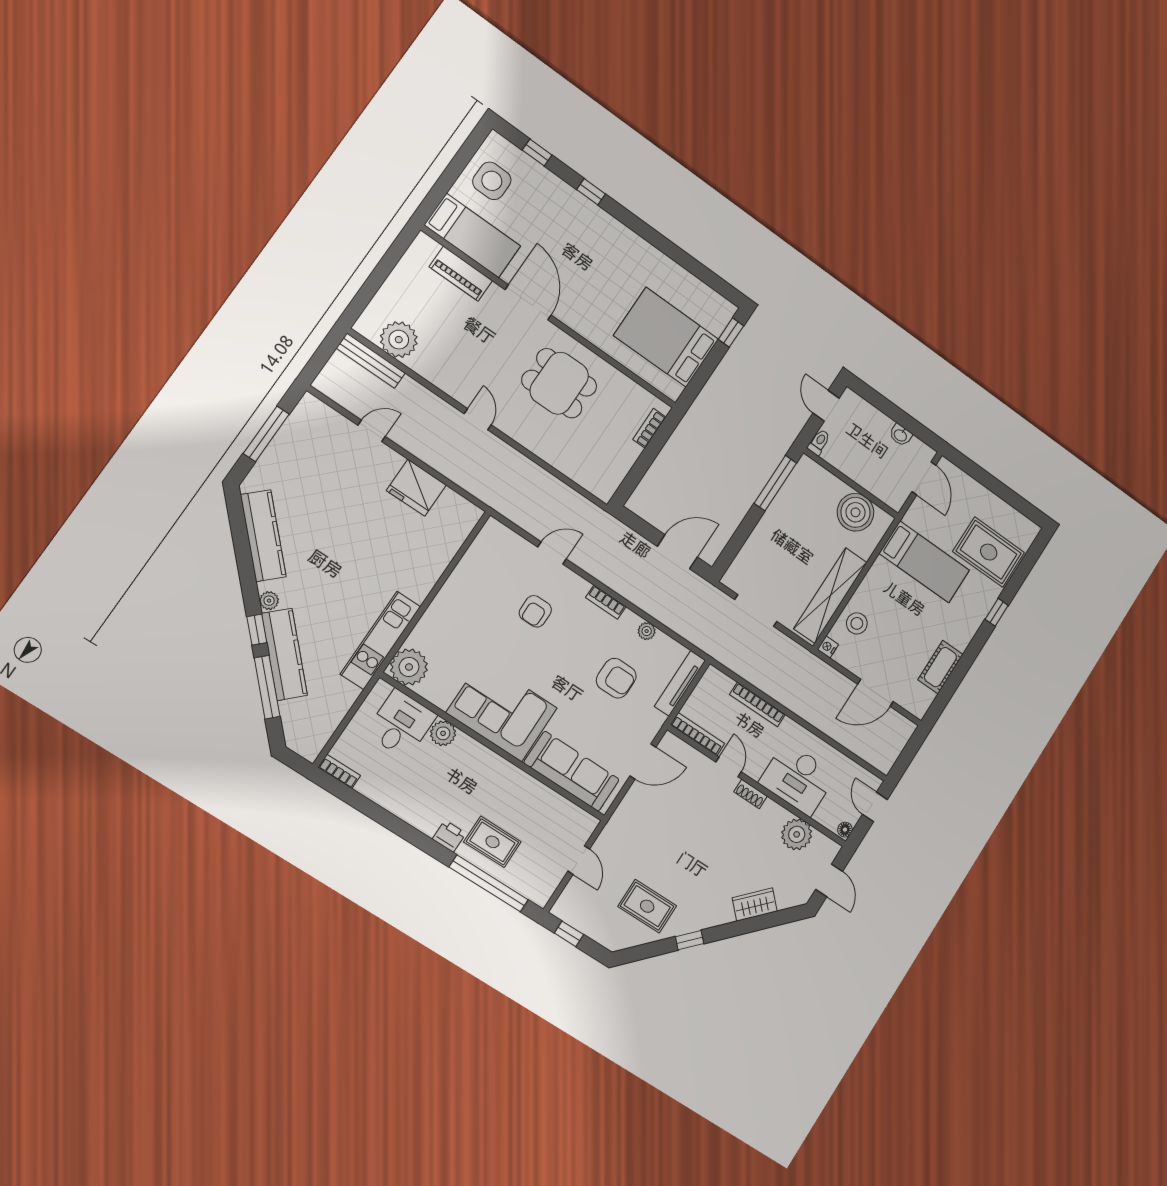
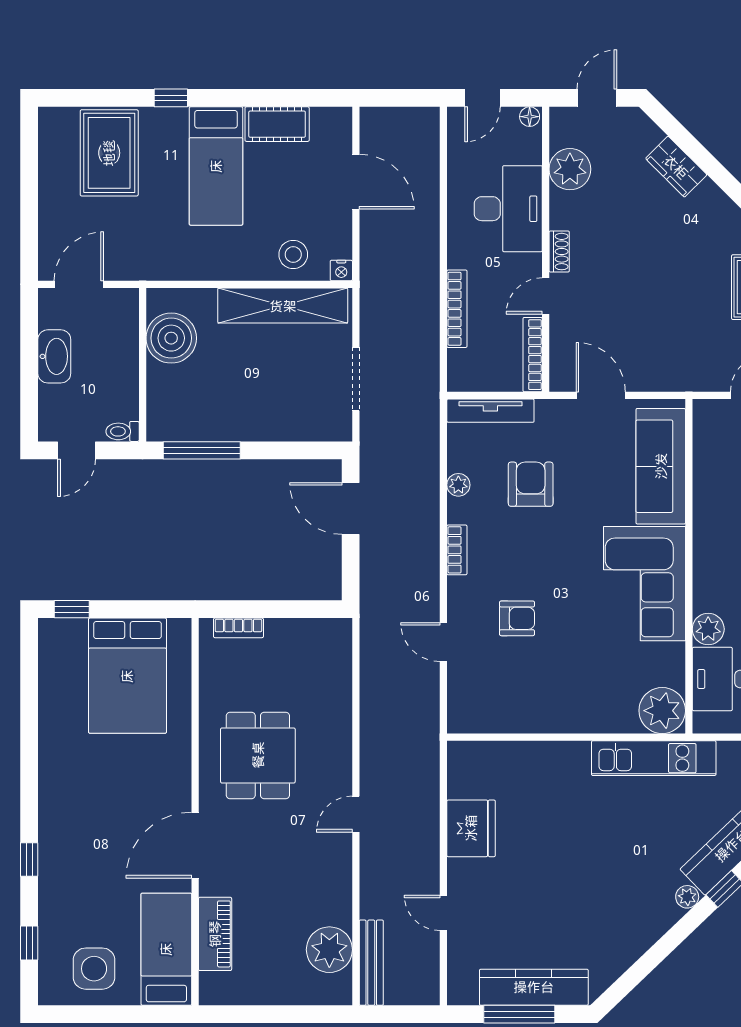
washbasin: (901, 435) -> (54, 356), width x1.91, depth x1.45
kitchen counter: (263, 536) -> (534, 987), moved, turned 44
bed: (924, 562) -> (216, 166), moved, turned 180

